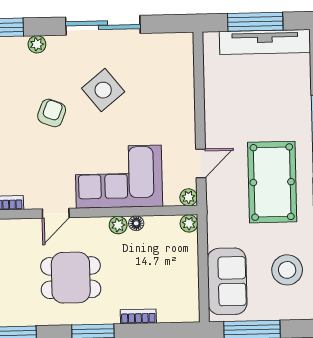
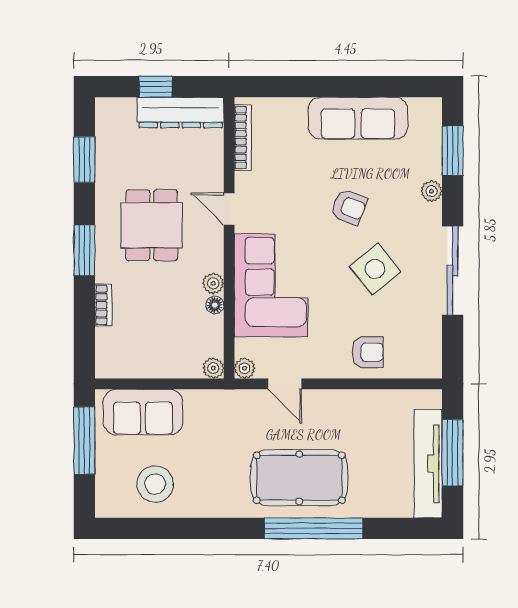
armchair: (173, 95) -> (368, 352), added
pool table: (272, 182) -> (299, 478), moved

